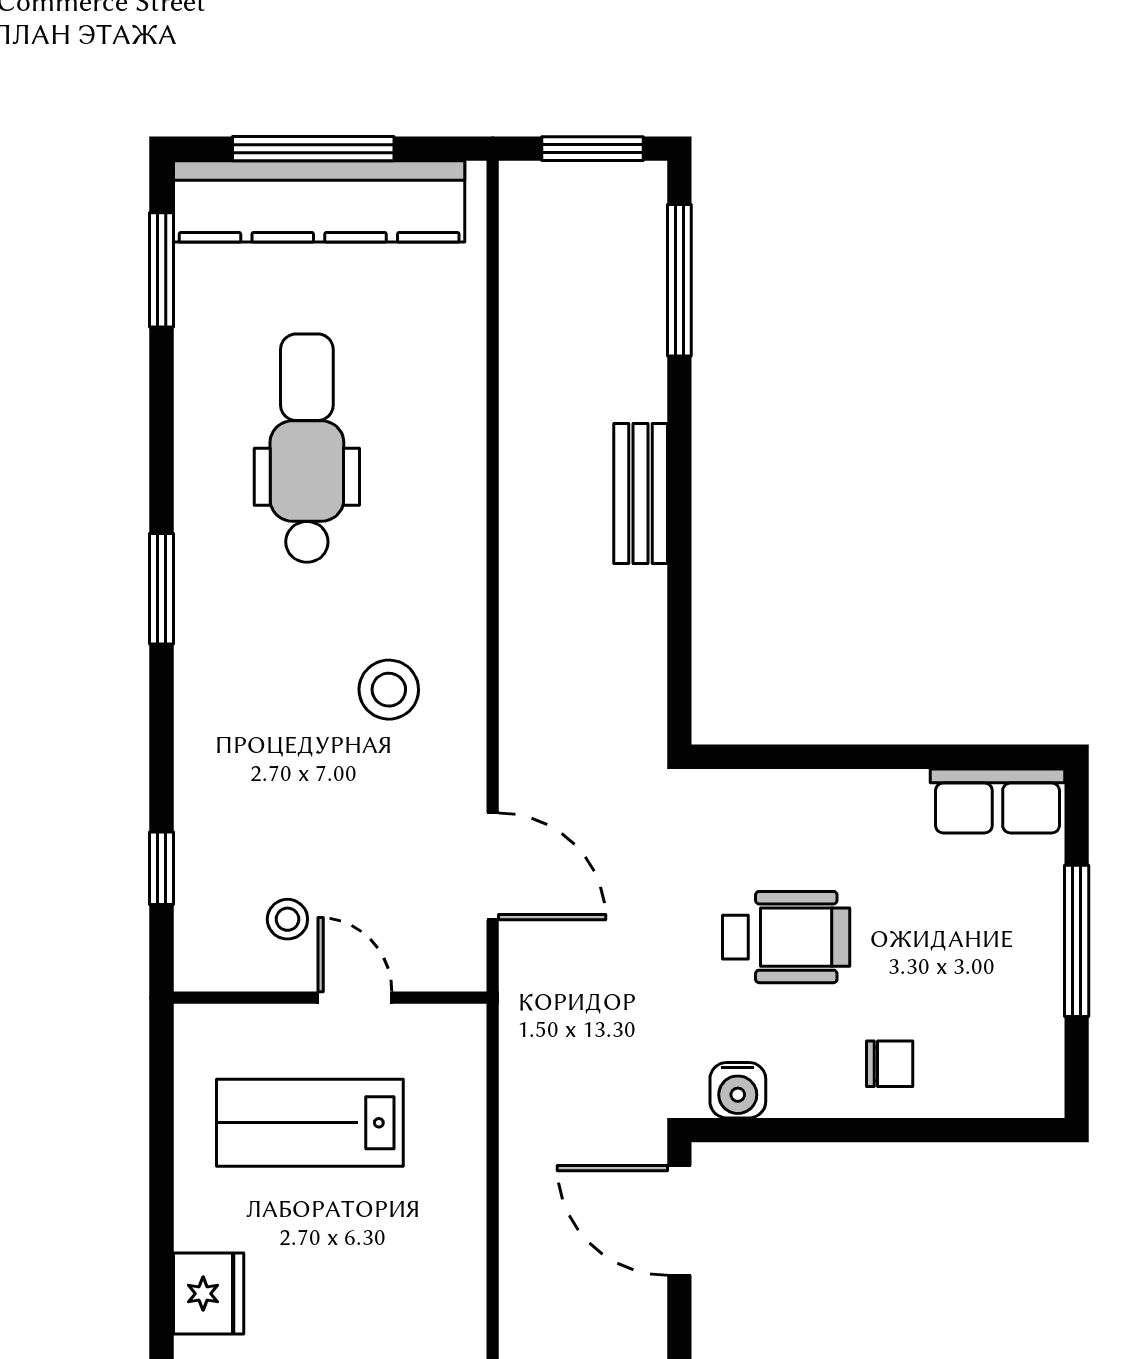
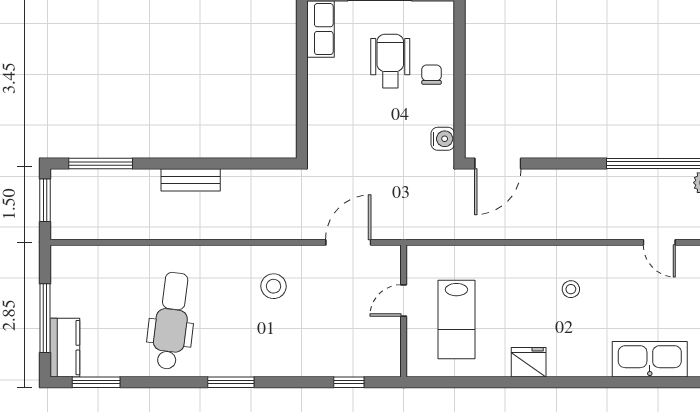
kitchen counter: (319, 201) -> (65, 348), width x0.48, depth x0.86
dental chair: (307, 448) -> (171, 321), turned 97
stool: (287, 919) -> (370, 329), removed
wheelchair: (786, 937) -> (390, 61), moved

